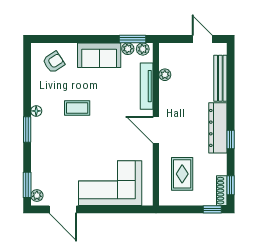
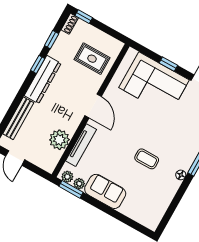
armchair: (54, 62) -> (145, 206), removed
plant: (165, 75) -> (59, 140), width x1.87, depth x1.87
rug: (182, 174) -> (92, 59), turned 90
window: (231, 185) -> (52, 40), moved
shoe rack: (222, 191) -> (70, 24), width x0.70
window: (107, 209) -> (168, 64), added

